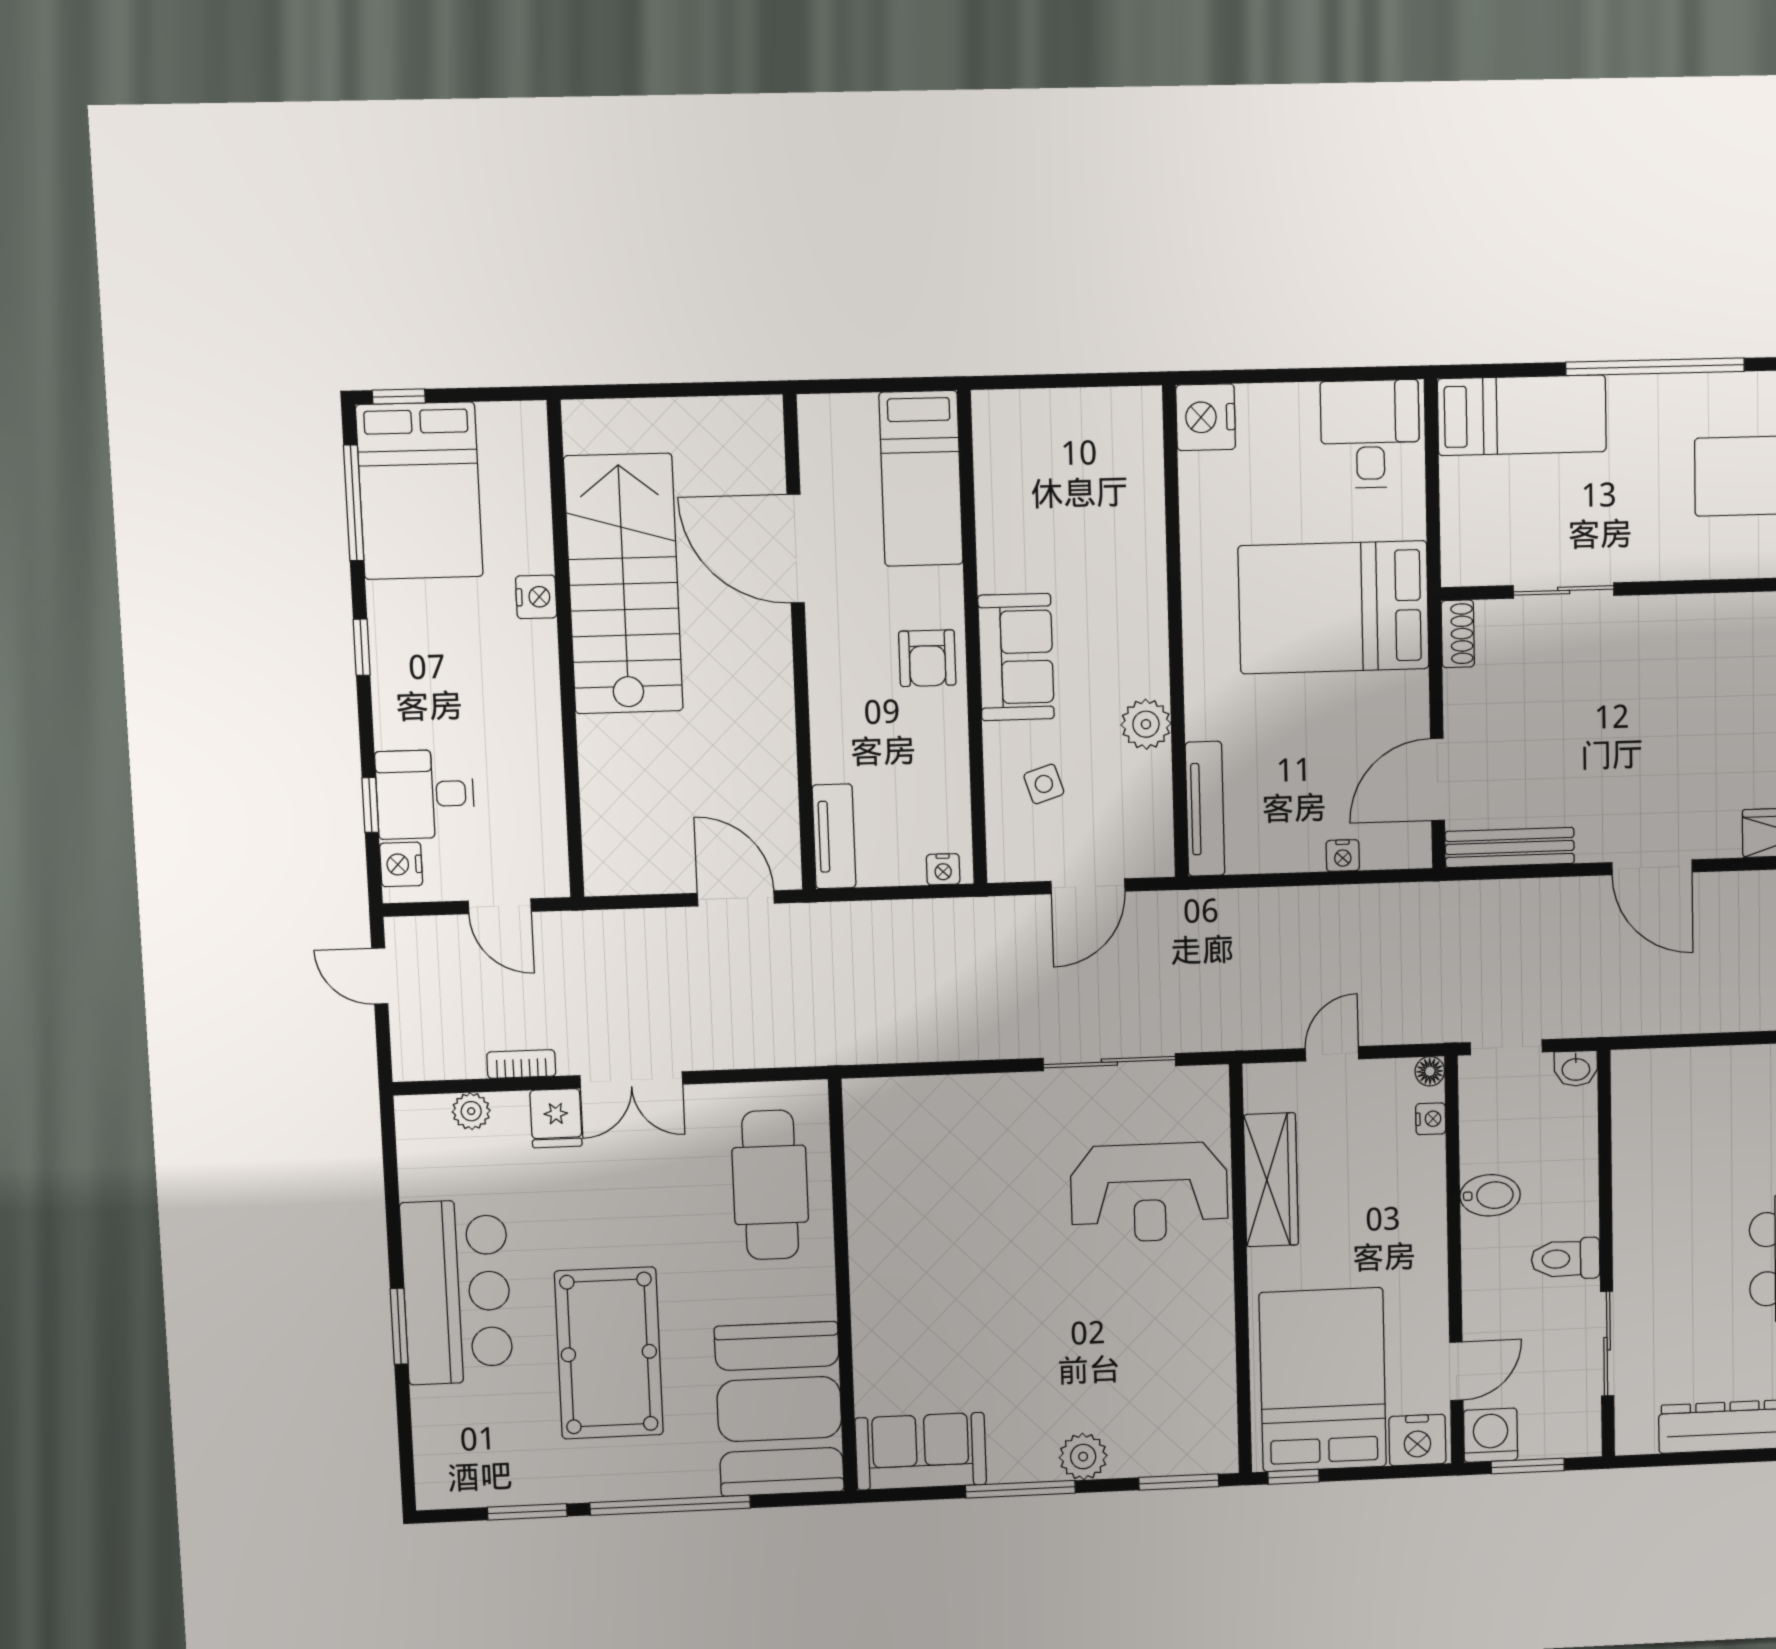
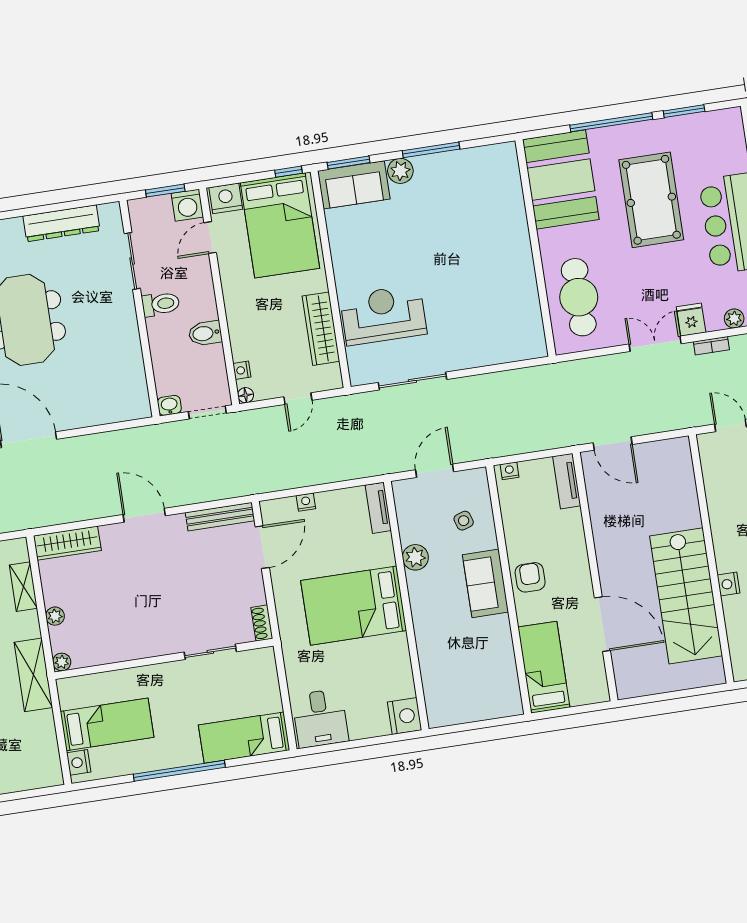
bed: (1334, 607) -> (354, 606), moved, turned 180
tv unit: (1205, 809) -> (378, 508), width x0.71
sofa: (921, 1451) -> (354, 185), moved

